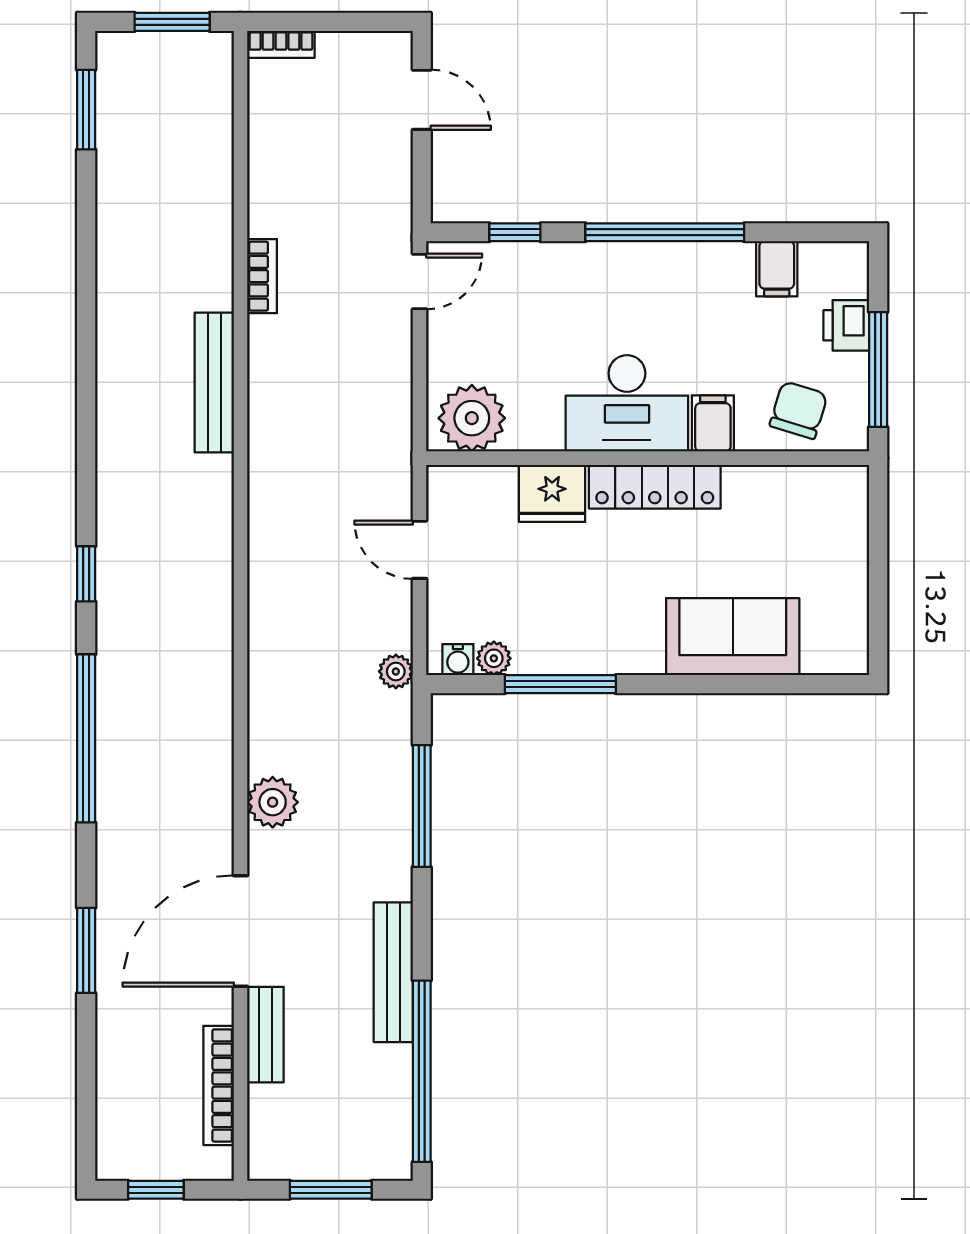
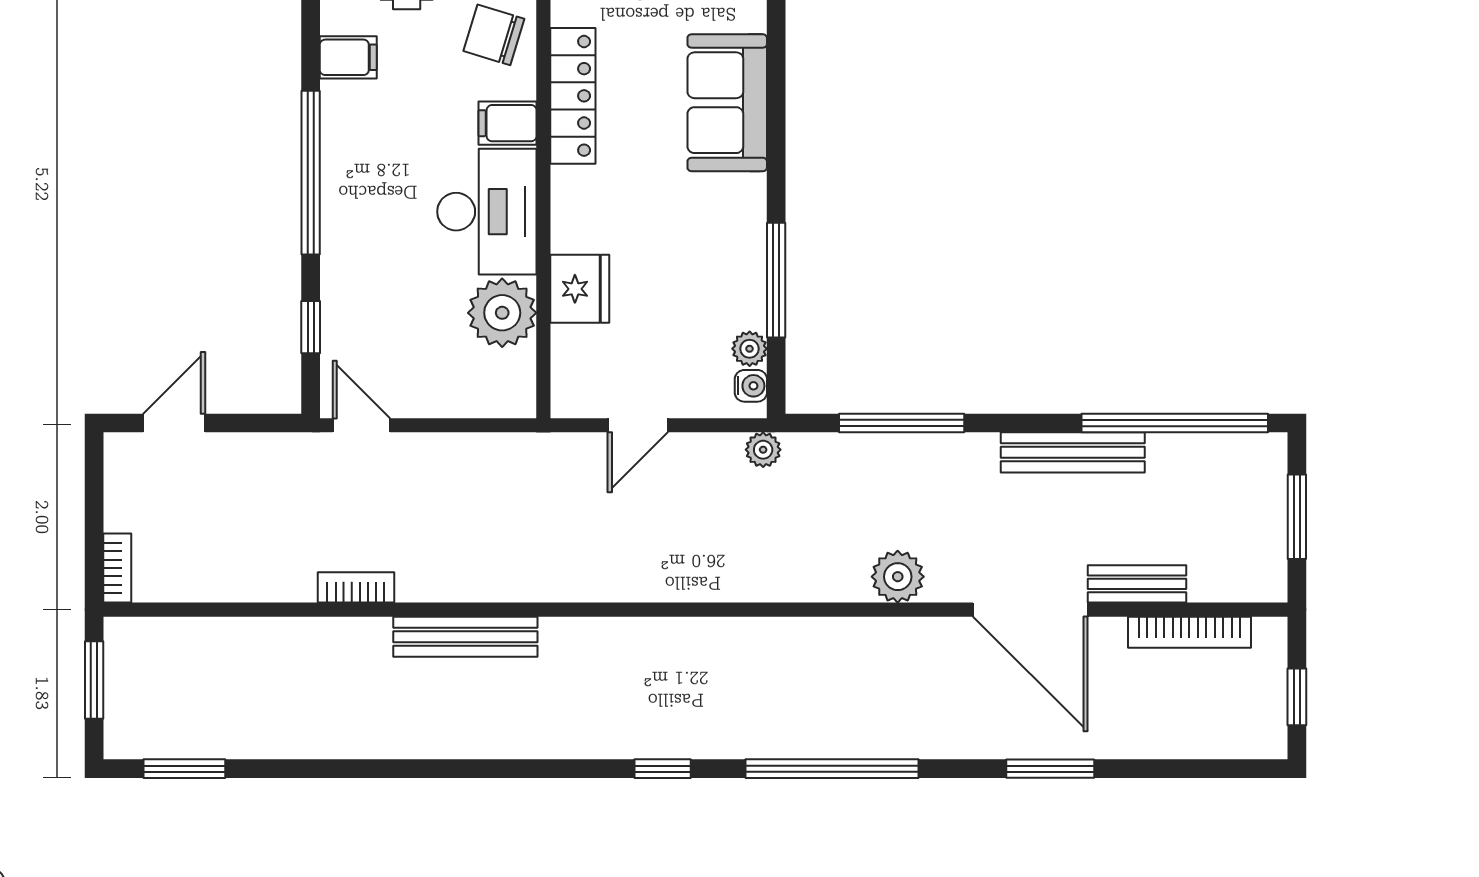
plant: (472, 418) -> (502, 313), moved
locker: (655, 487) -> (573, 96), moved

